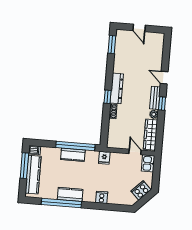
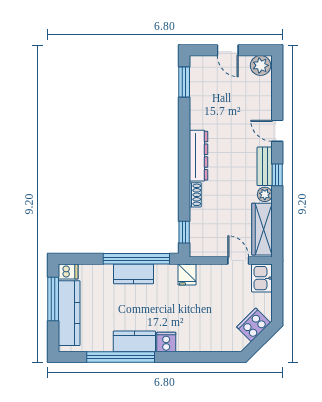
plant: (158, 38) -> (261, 65), added
window: (108, 97) -> (184, 232), moved
cooker: (102, 197) -> (166, 342), moved

